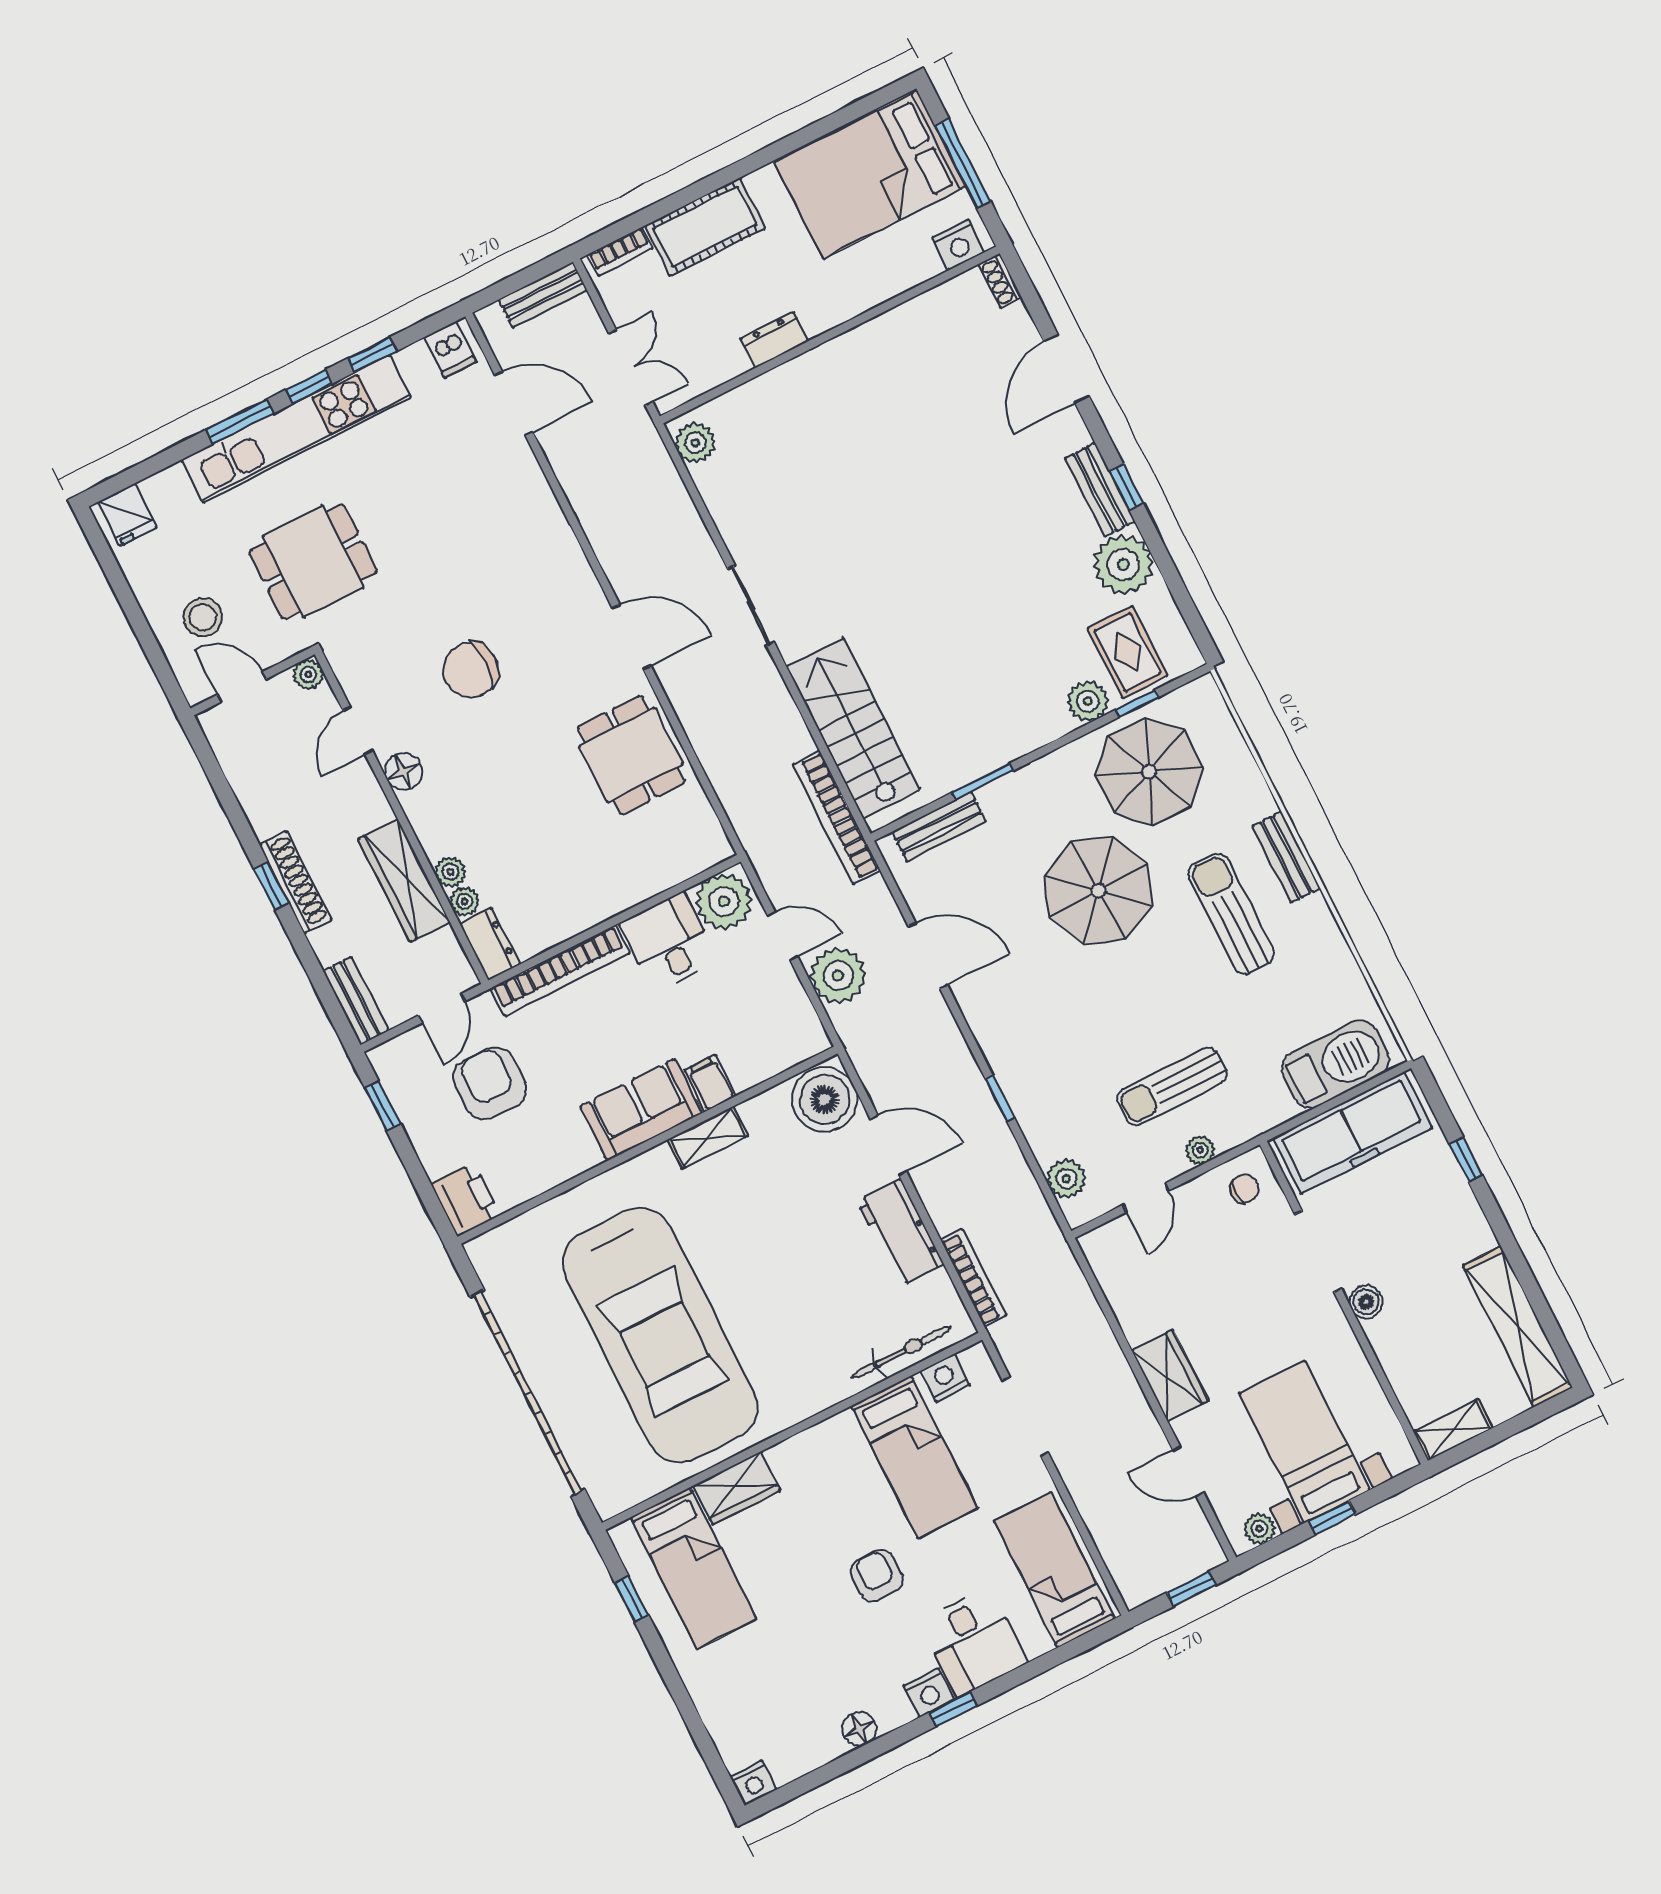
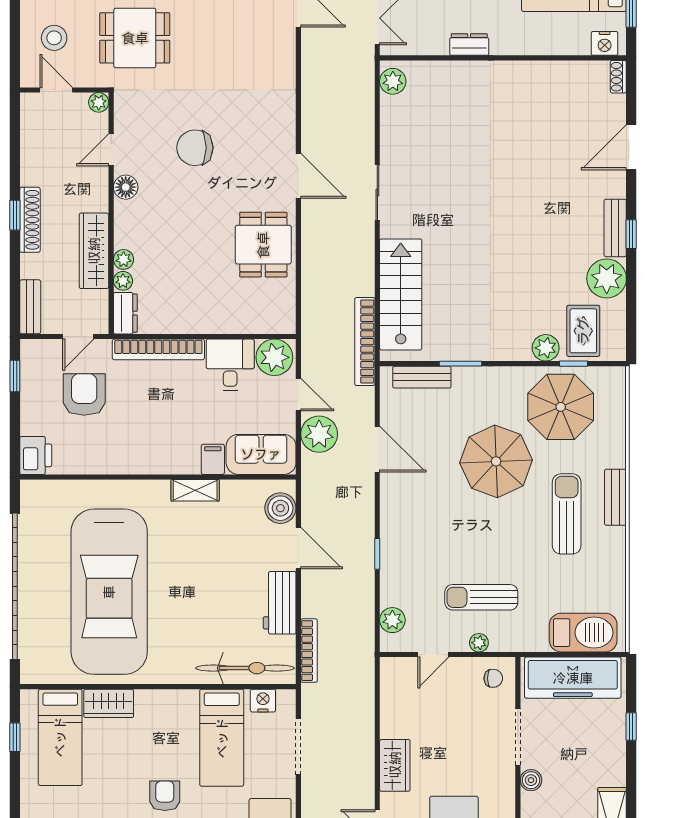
boiler: (825, 1099) -> (280, 508), width x0.73, depth x0.73
sofa: (641, 1110) -> (261, 454), moved
bicycle: (901, 1352) -> (245, 668), width x1.37, depth x1.40

